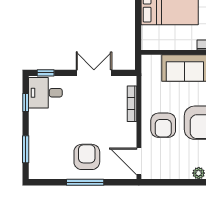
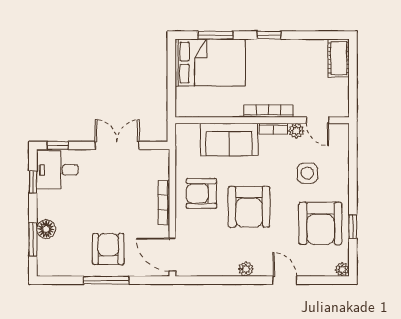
bookcase: (132, 104) -> (164, 203), moved
armchair: (163, 125) -> (201, 193), moved, turned 90
floor lamp: (36, 141) -> (46, 229), added

